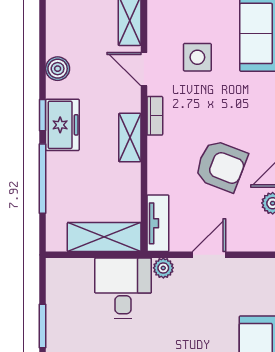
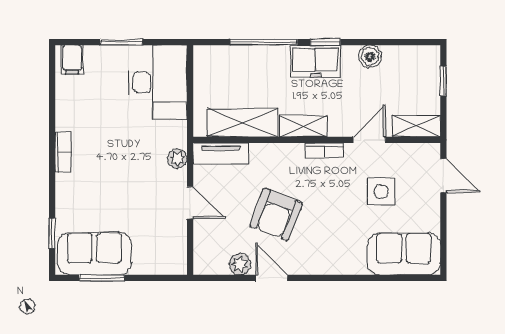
shelving: (104, 237) -> (242, 123), moved, turned 90
desk: (123, 288) -> (158, 82), moved, width x1.37

